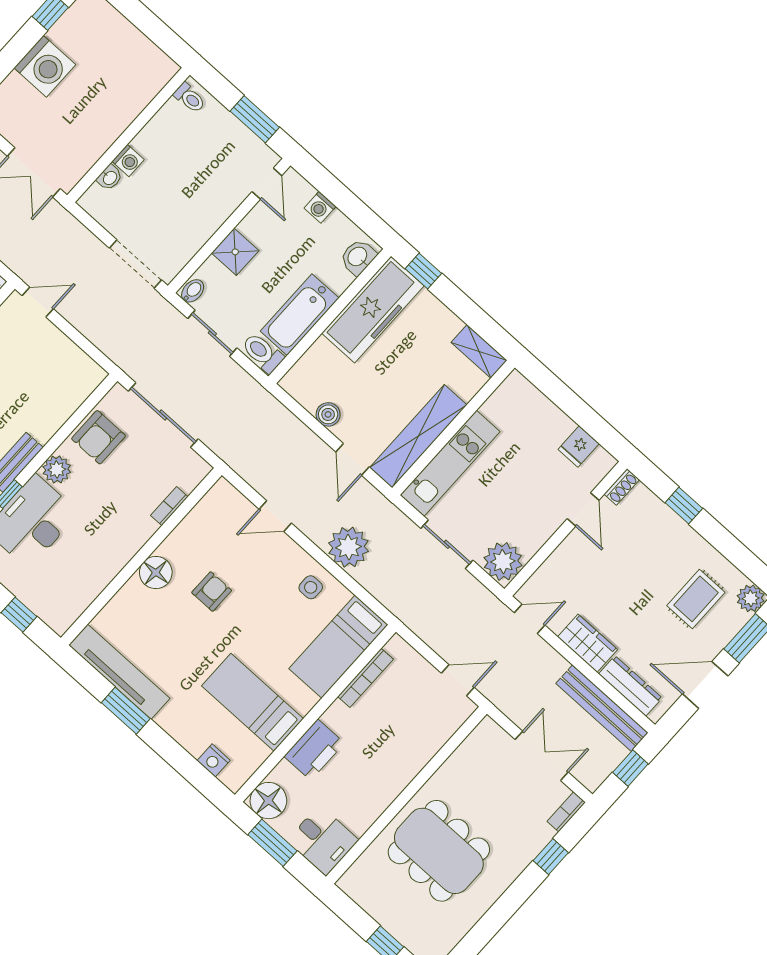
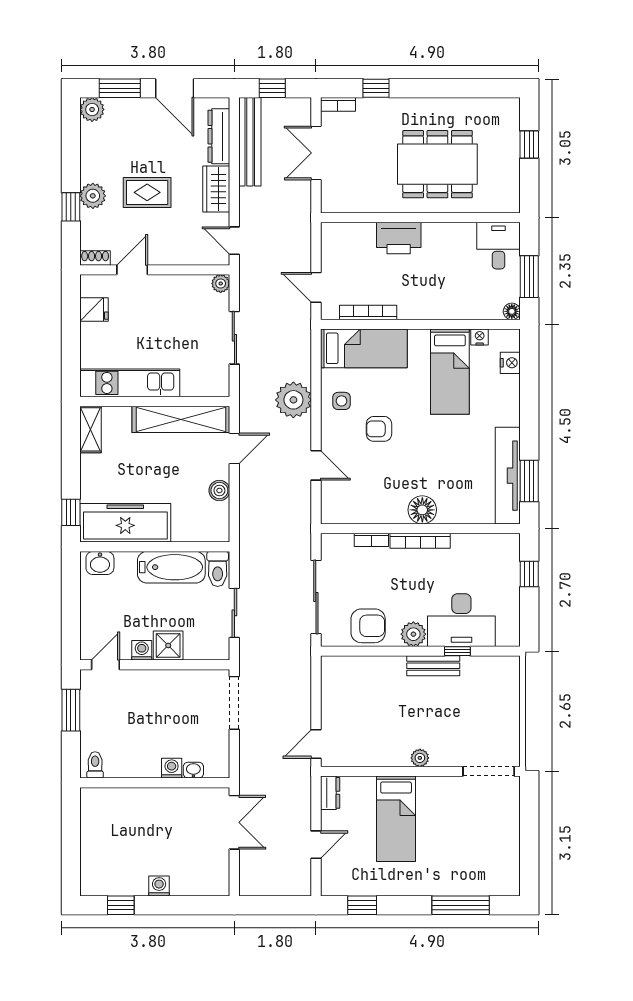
washing machine: (45, 66) -> (159, 886), width x0.53, depth x0.53
washing machine: (320, 207) -> (142, 650), moved, turned -90
bidet: (193, 291) -> (218, 650), removed
door: (38, 302) -> (316, 744), hinge flipped
kitchen unit: (450, 463) -> (130, 383), moved
plant: (676, 533) -> (93, 196), added
bookcase: (131, 547) -> (420, 541), added
plant: (503, 562) -> (221, 283), width x0.53, depth x0.53
armchair: (212, 592) -> (379, 429), moved
rug: (696, 599) -> (147, 192), moved
door: (458, 680) -> (316, 287), moved
window: (126, 711) -> (529, 481), moved
printer: (314, 750) -> (399, 238), moved, turned 180
nightstand: (259, 754) -> (480, 337), added
floor lamp: (268, 801) -> (512, 311), width x0.53, depth x0.53
dining table: (439, 851) -> (437, 164), turned 90

